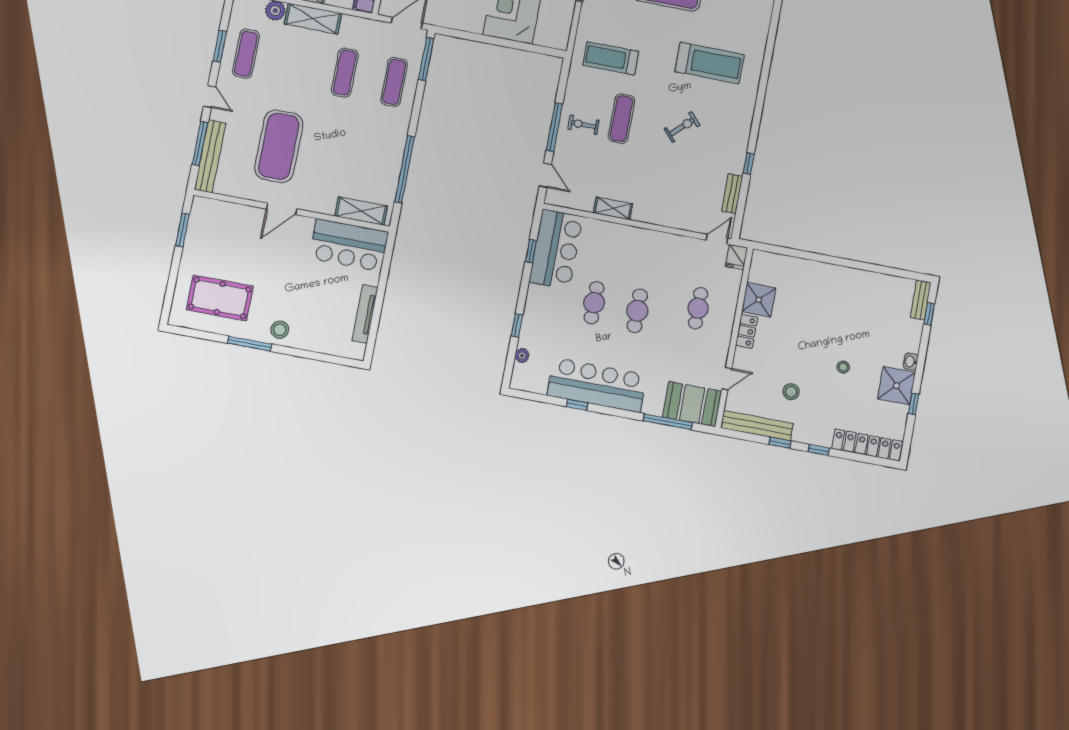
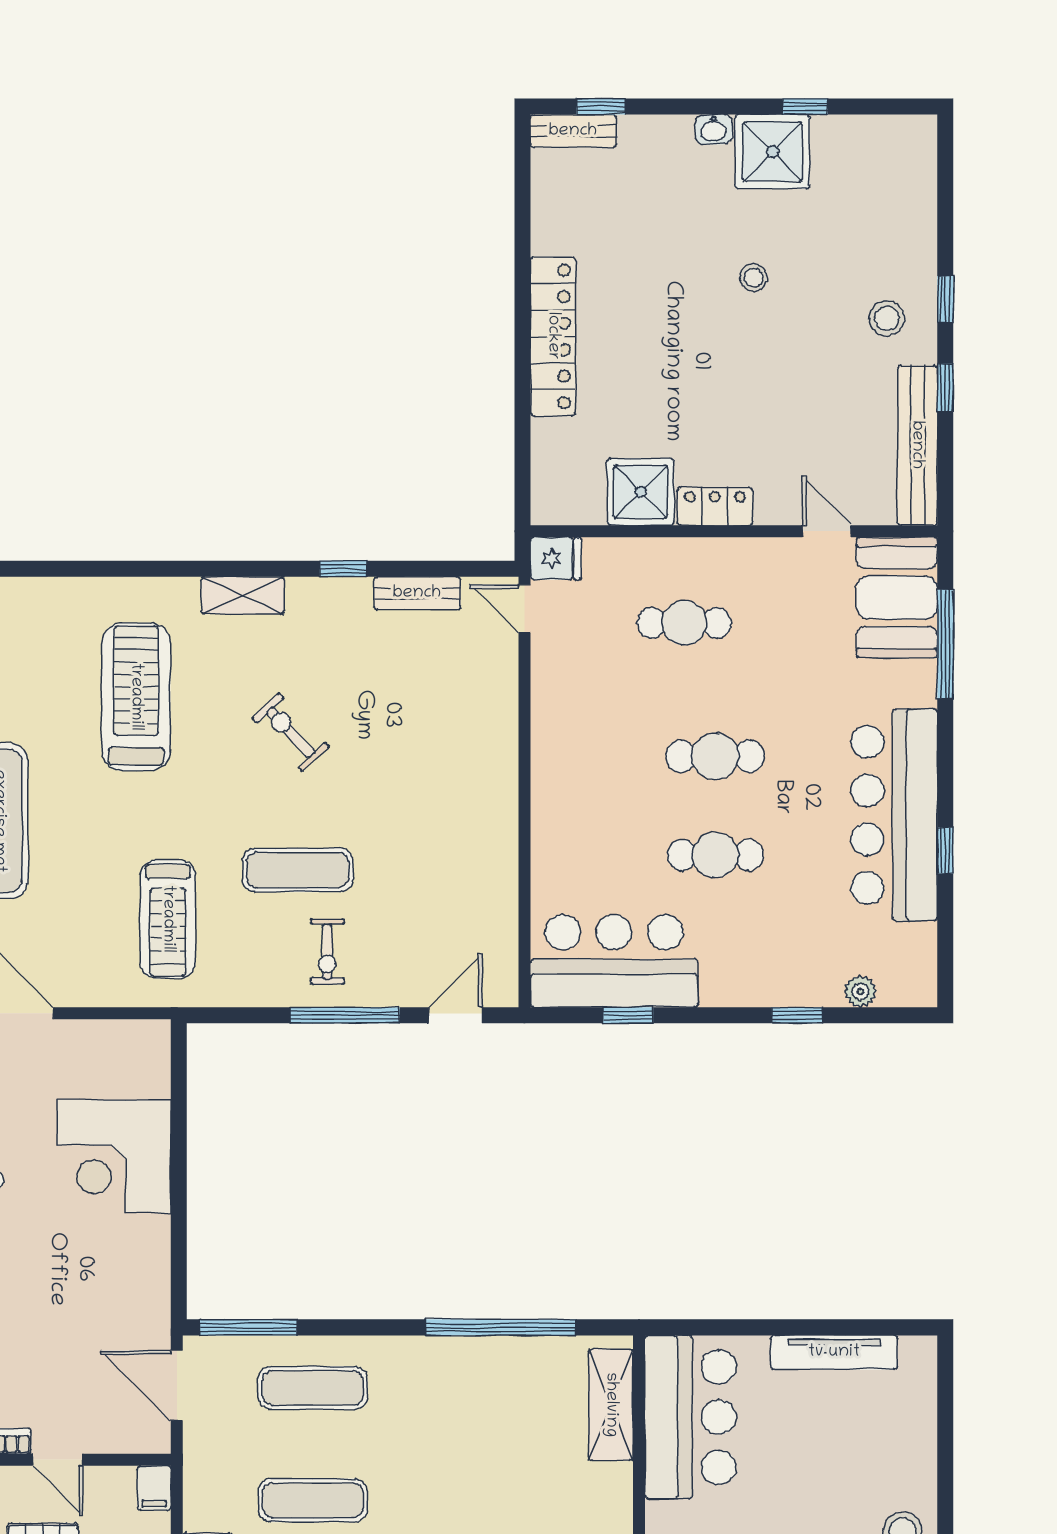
shelving: (613, 208) -> (243, 595), moved, turned 90
stool: (791, 392) -> (887, 318), moved
locker: (867, 445) -> (553, 336), moved, turned 180

